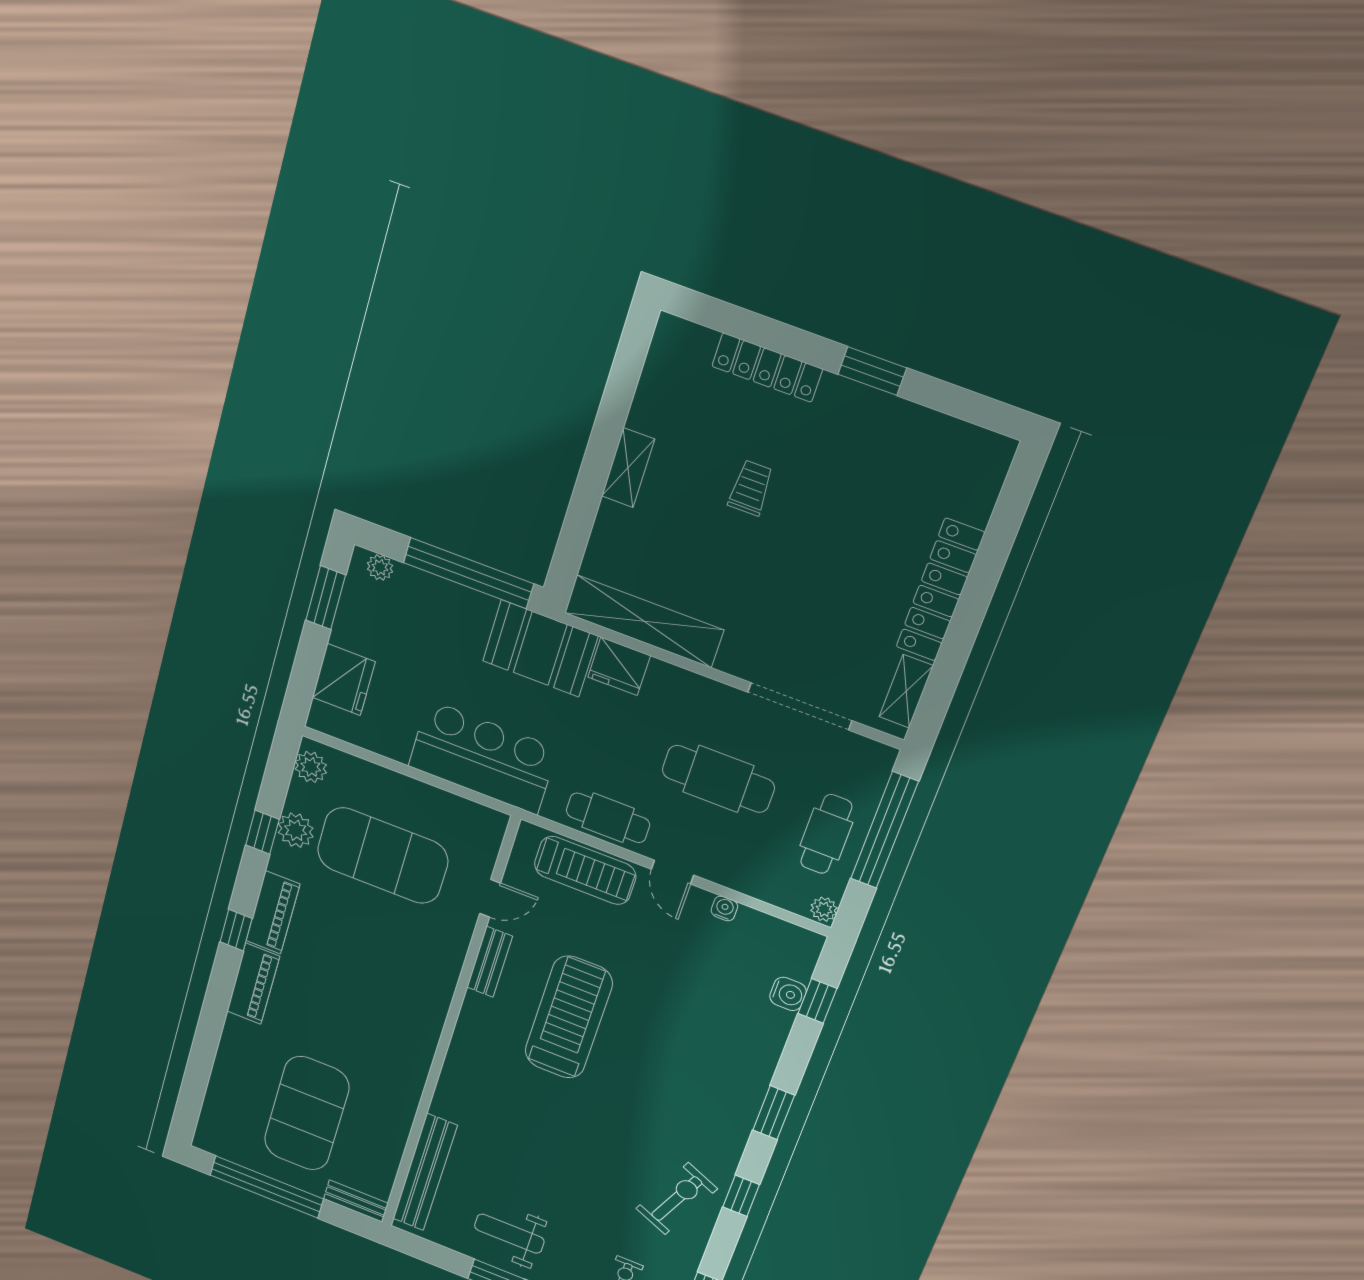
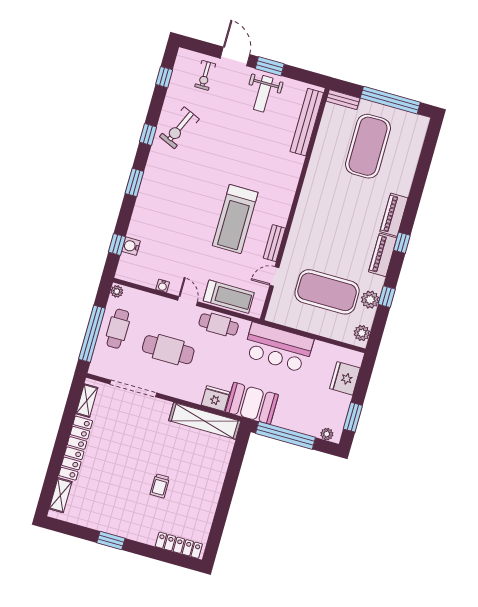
locker: (767, 368) -> (179, 545), moved
shelving: (628, 468) -> (61, 495), moved
treadmill: (585, 870) -> (229, 297), turned 180
weight bench: (509, 1234) -> (263, 94), turned 90

